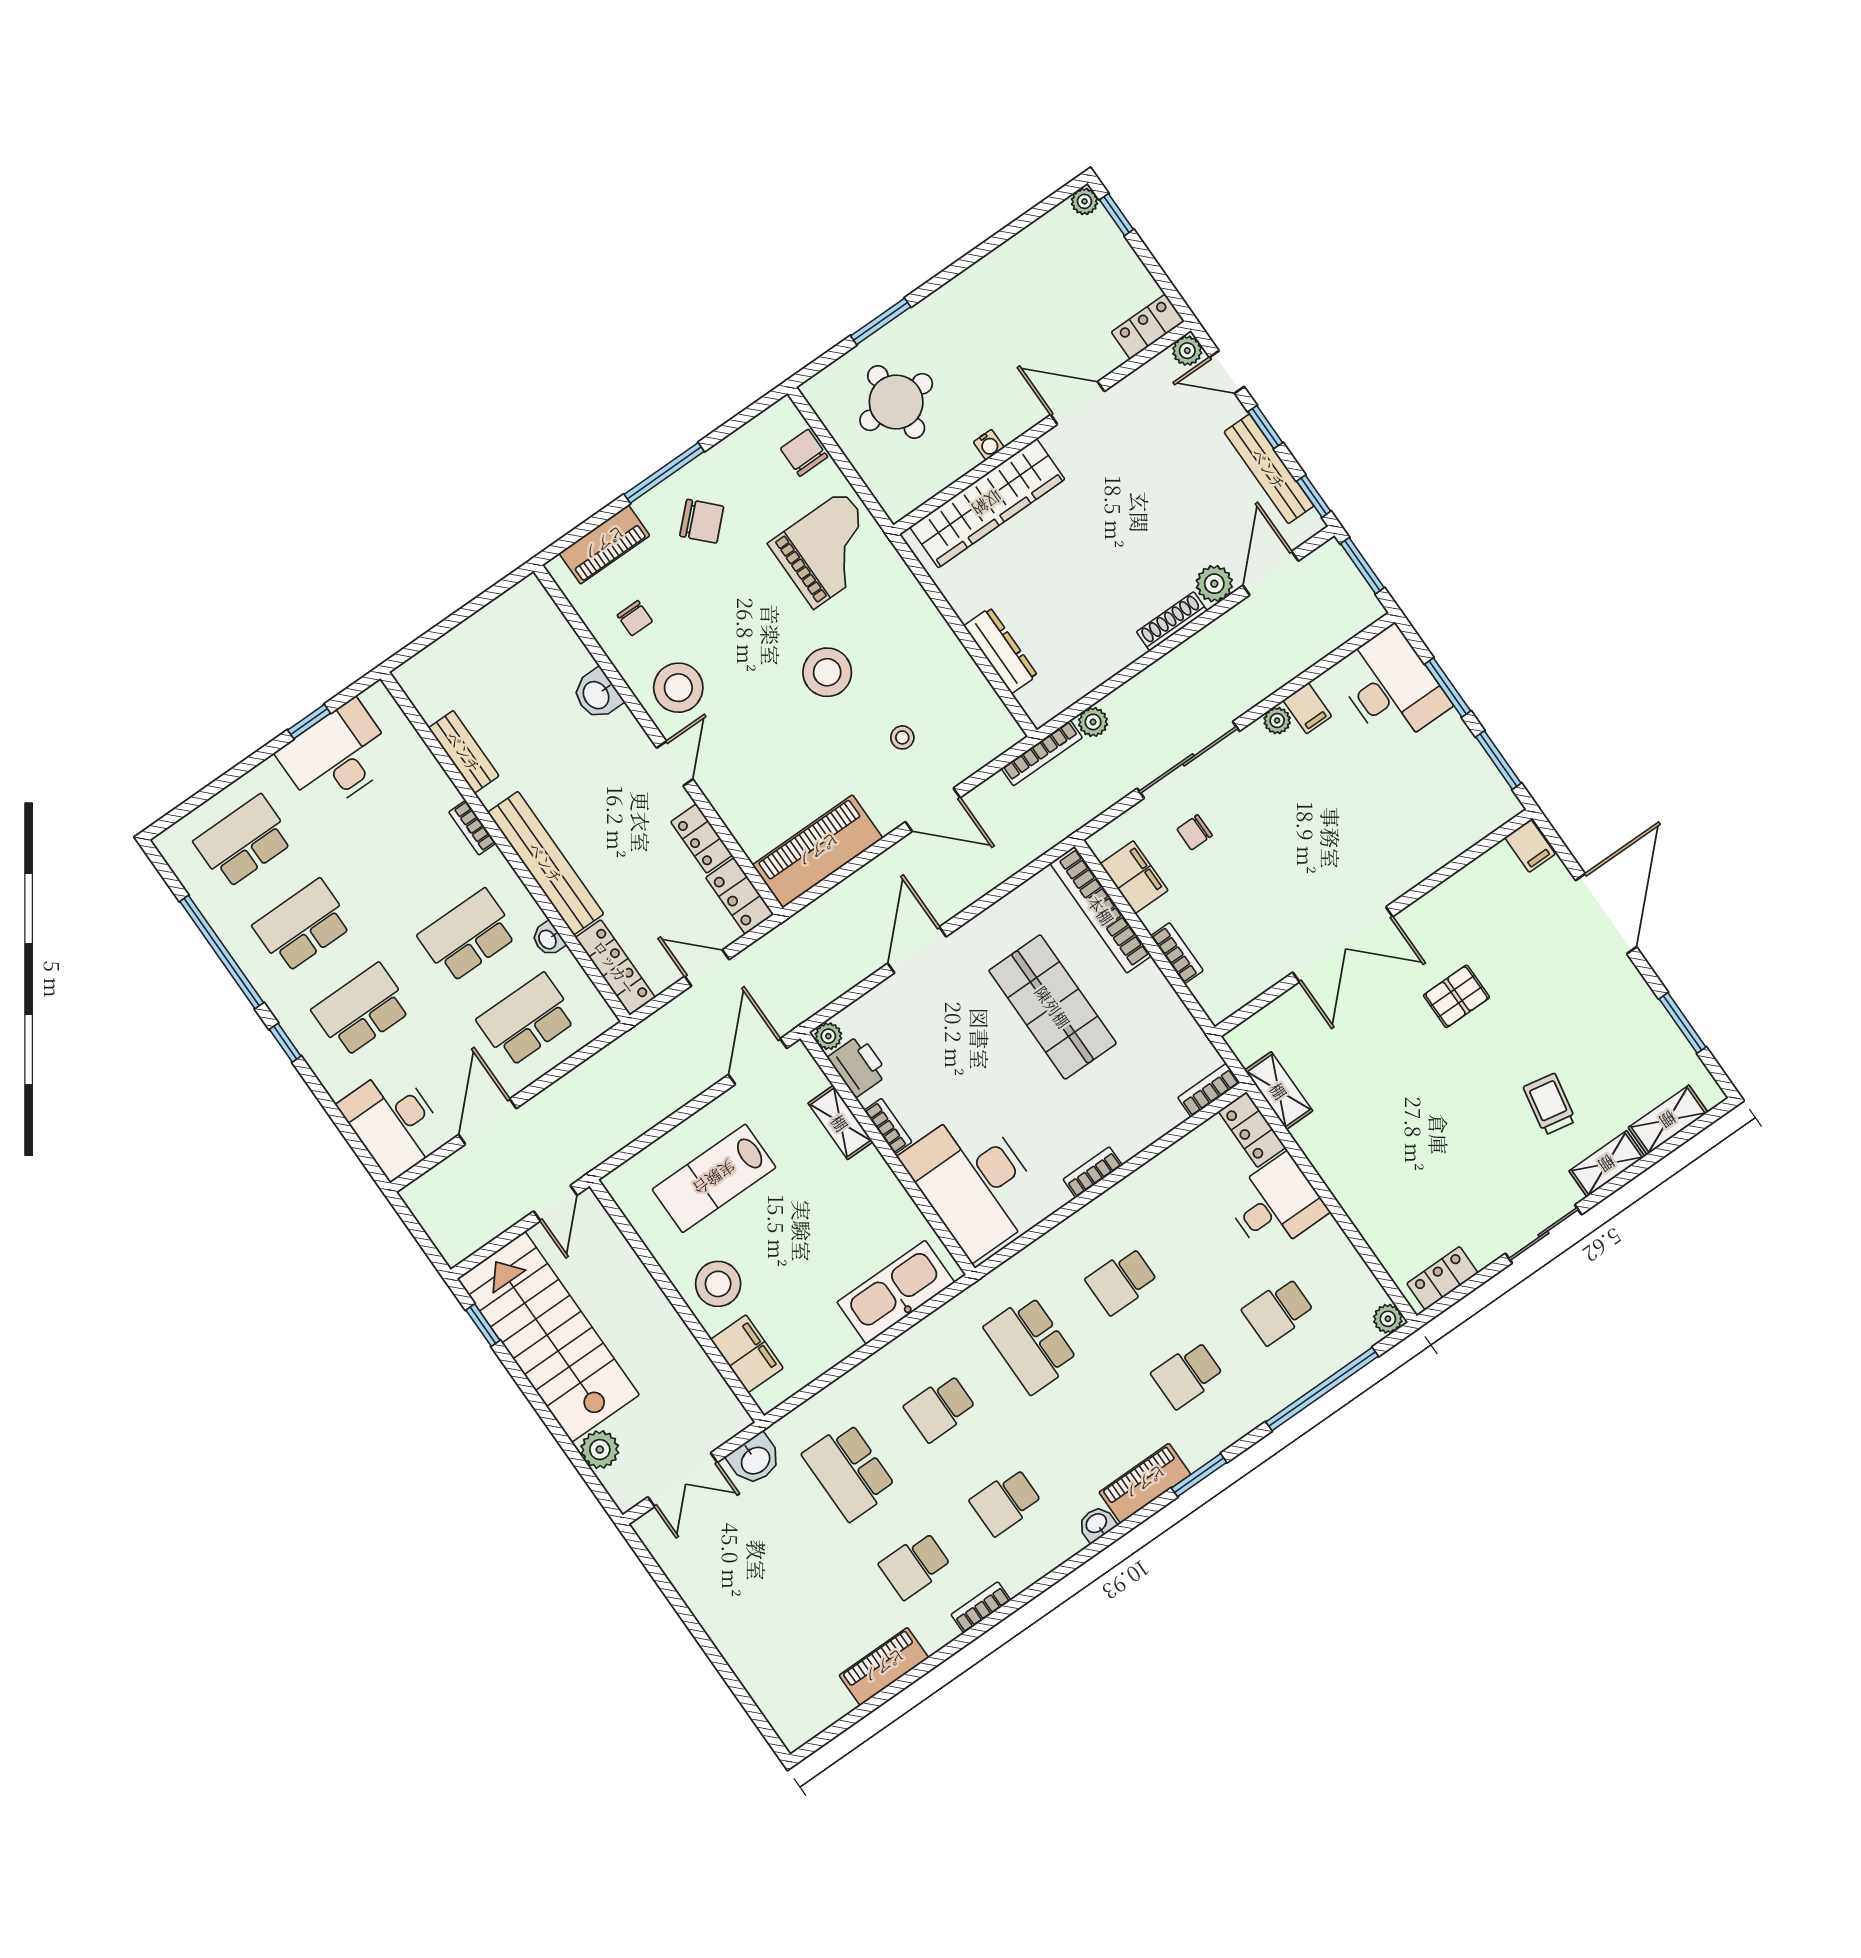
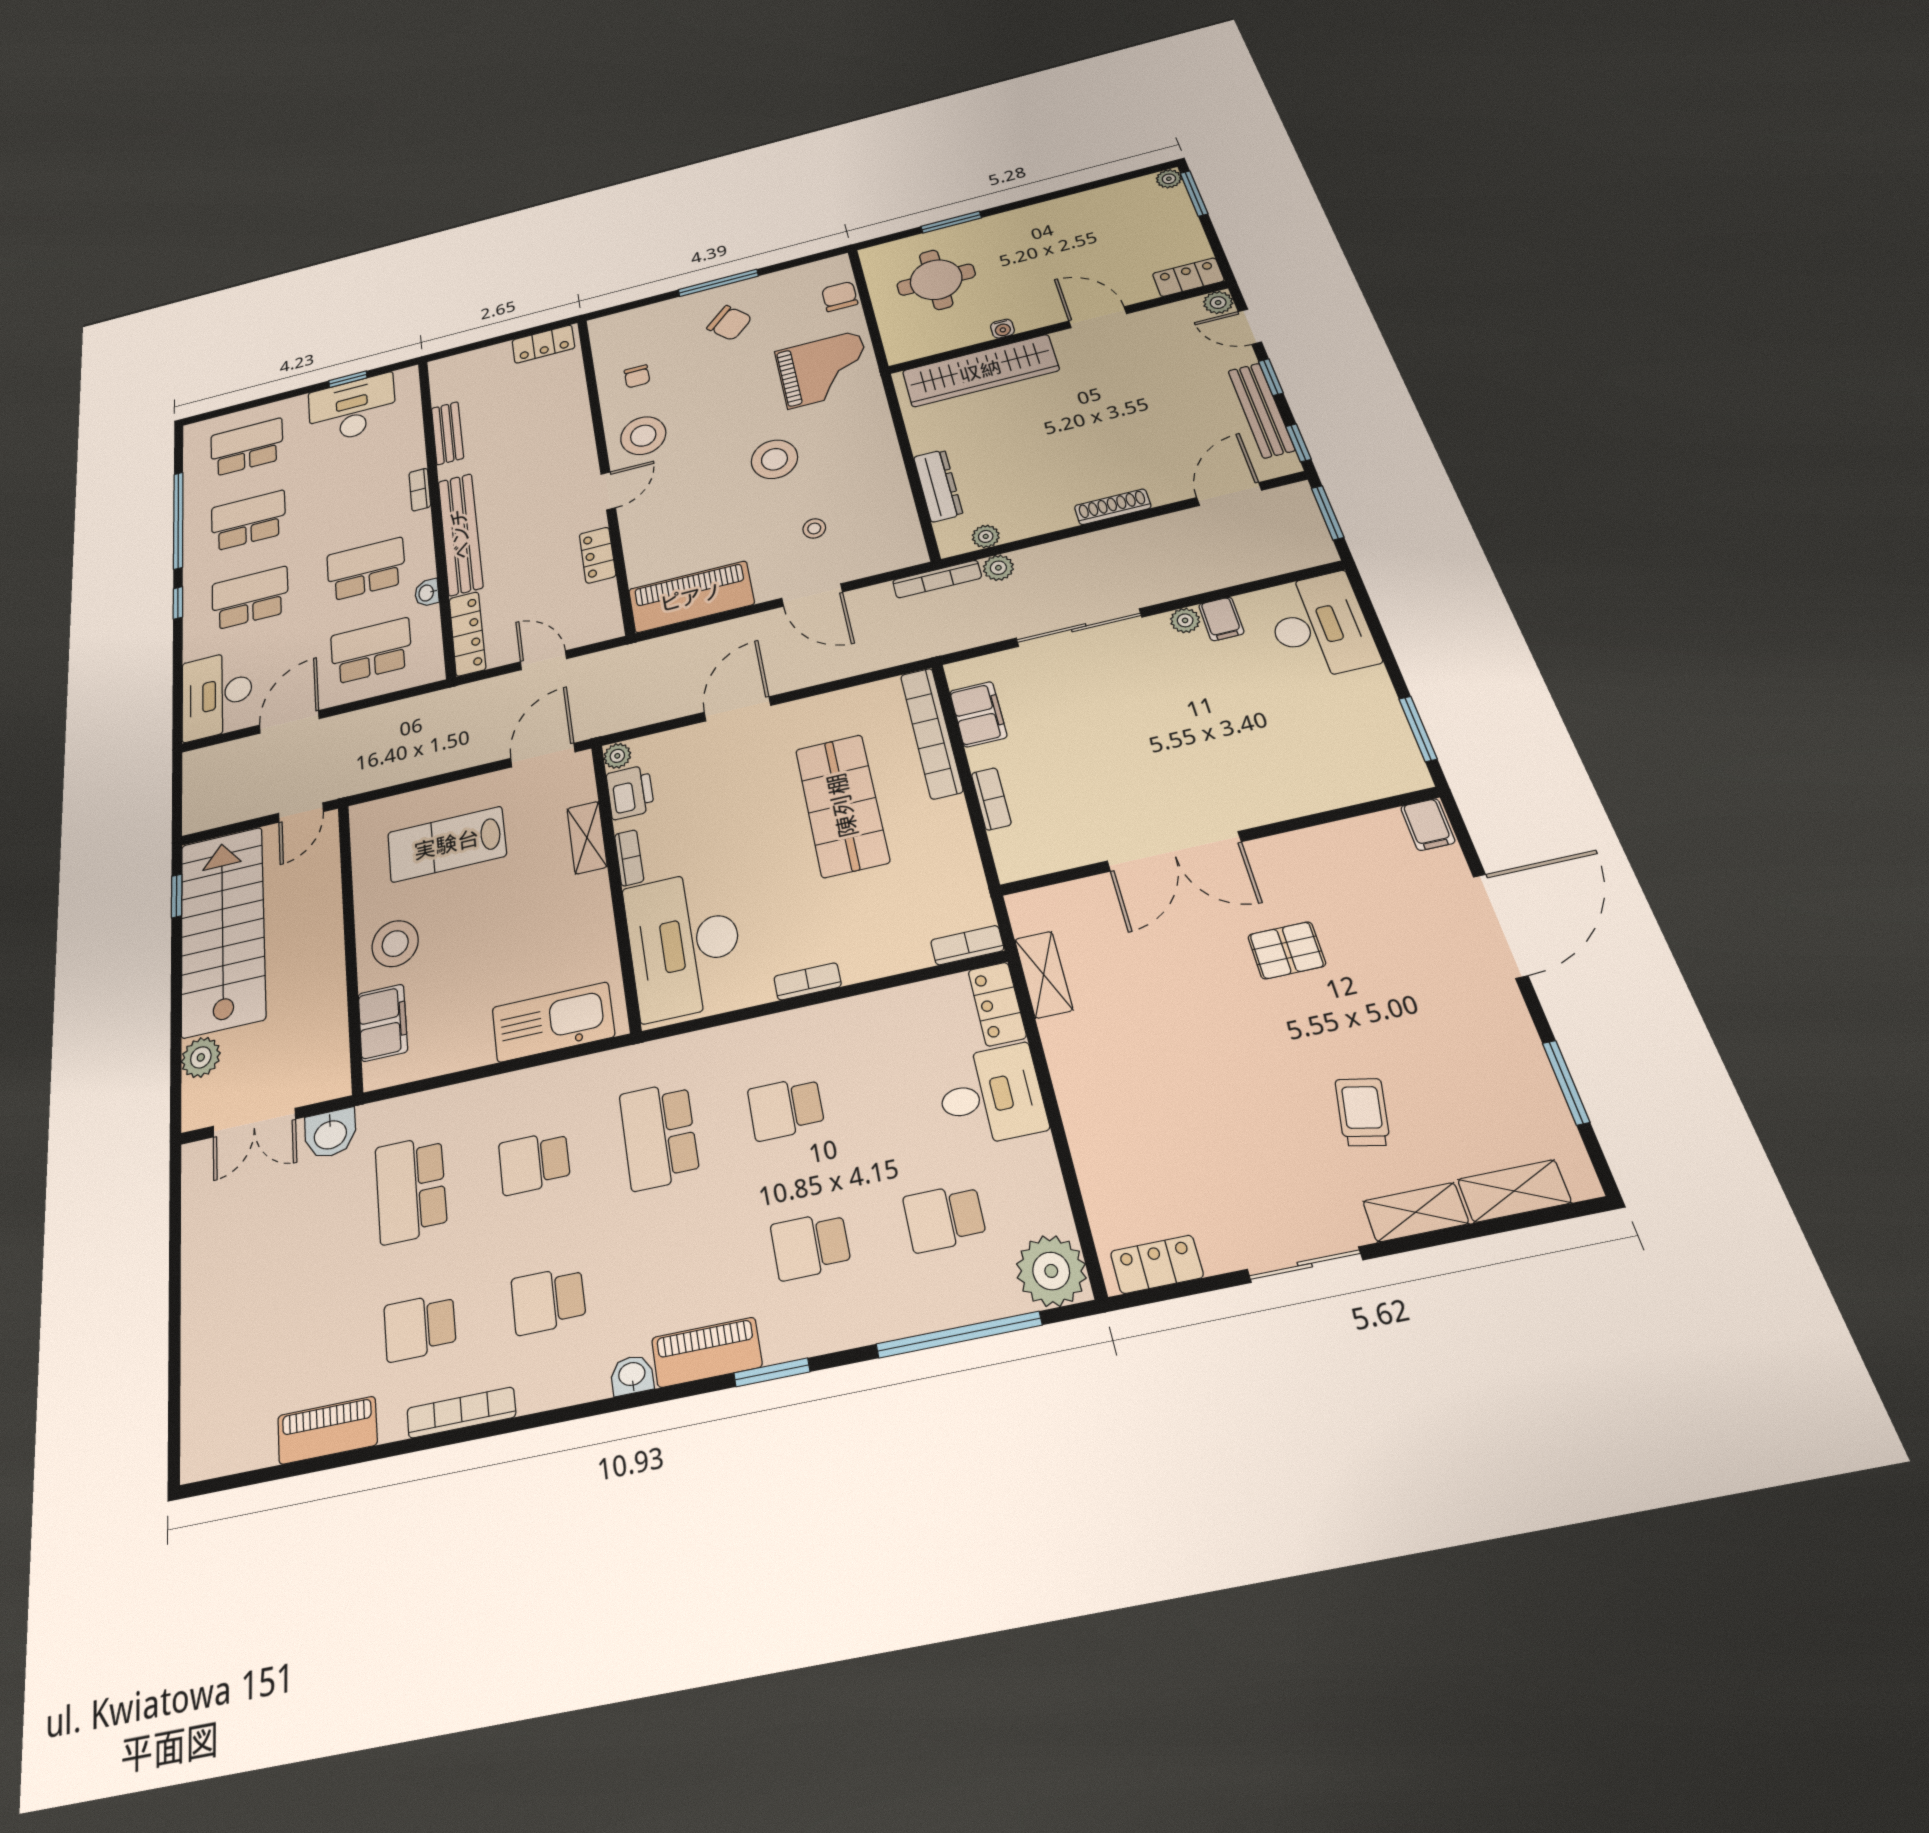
window: (1117, 215) -> (1194, 193), width x1.50
piano: (604, 544) -> (643, 319), removed
plant: (1214, 584) -> (986, 536), moved, width x0.73, depth x0.73
window: (1448, 687) -> (1383, 644), removed
washbasin: (597, 694) -> (575, 422), removed
chair: (1195, 832) -> (1058, 694), removed
locker: (740, 896) -> (543, 344), moved, turned -90
plant: (1388, 1319) -> (1051, 1271), width x1.88, depth x1.88
bookcase: (981, 1607) -> (461, 1413), width x1.56

